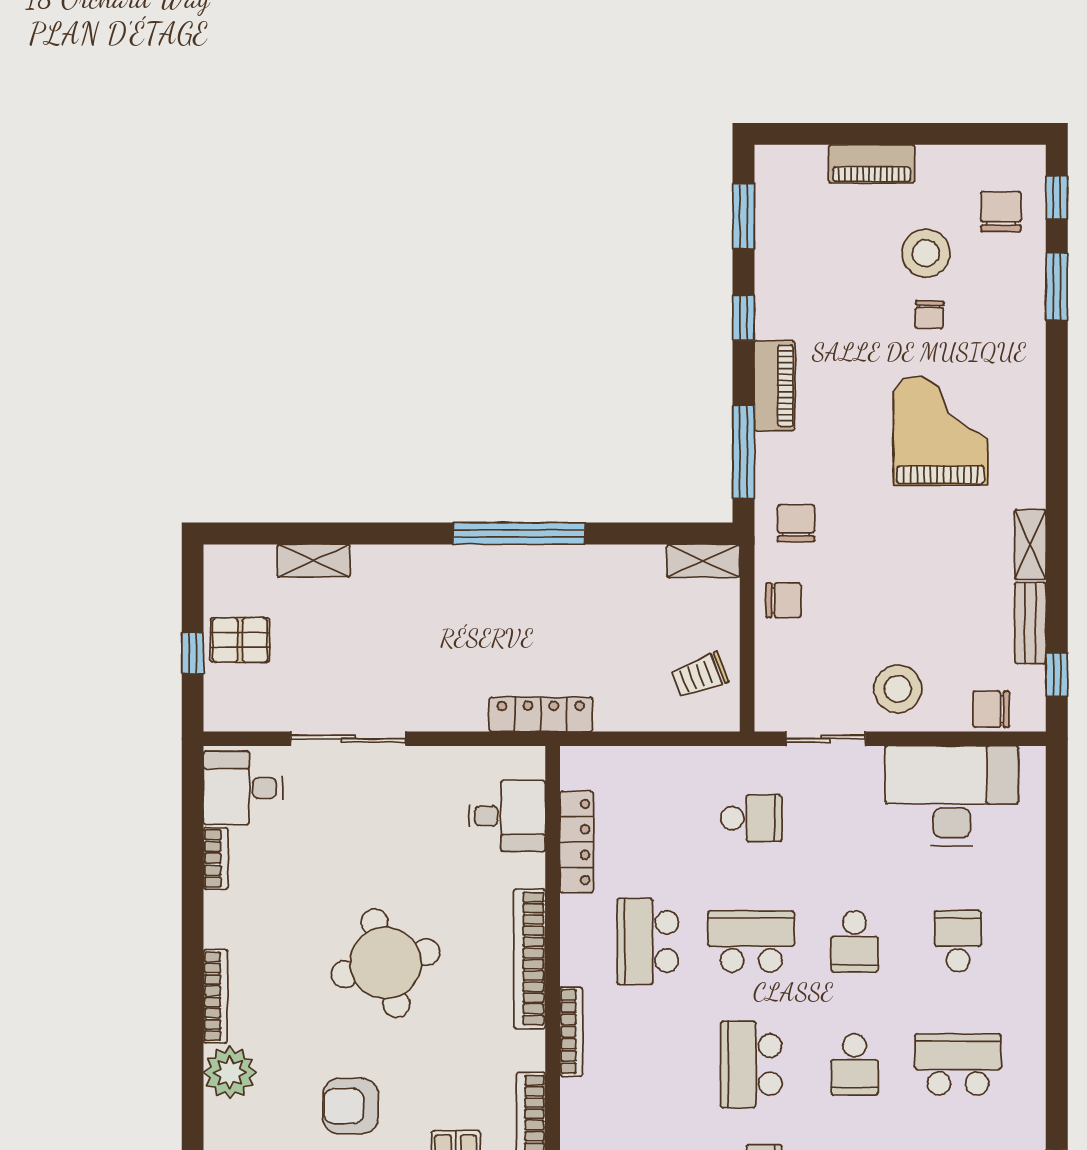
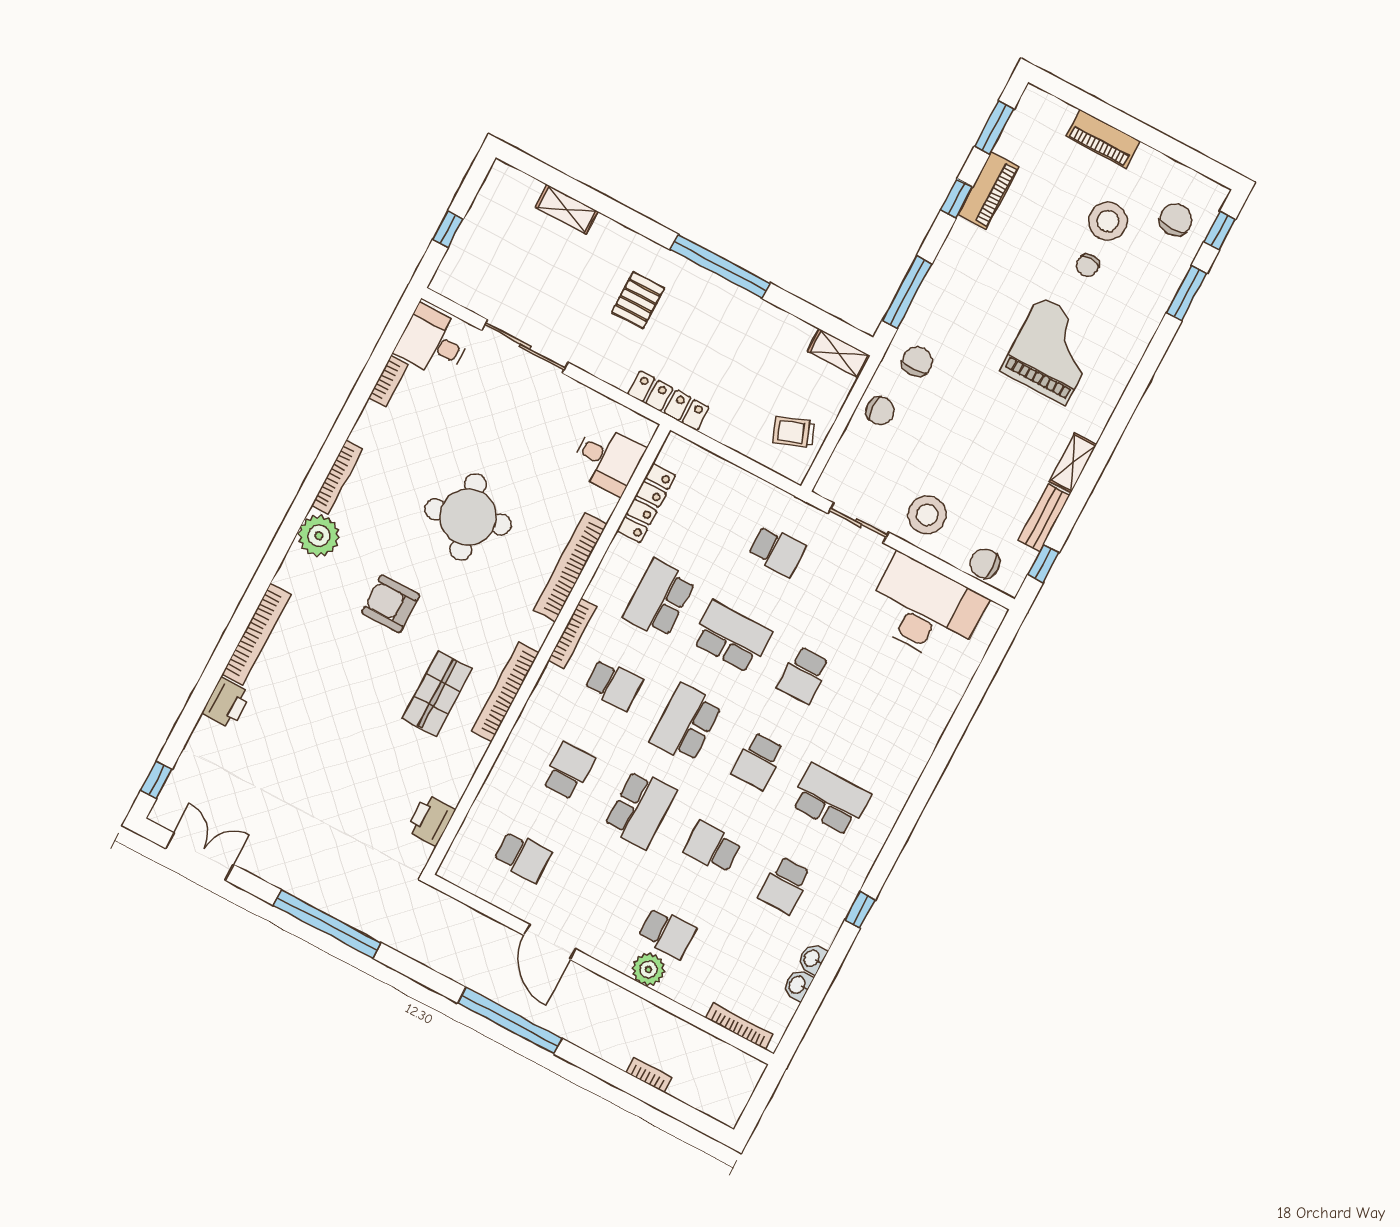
piano: (775, 386) -> (989, 191), moved
pallet: (240, 640) -> (638, 300), moved, turned 90
school desk: (958, 941) -> (614, 685), moved, turned 90

